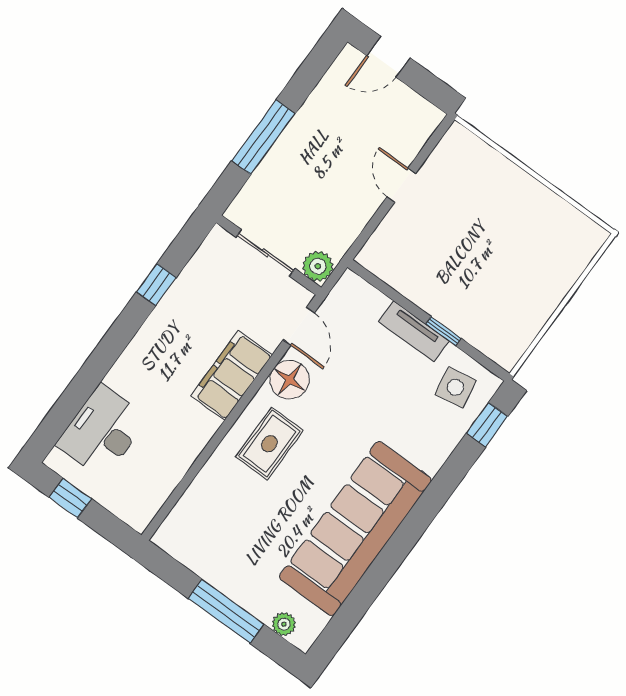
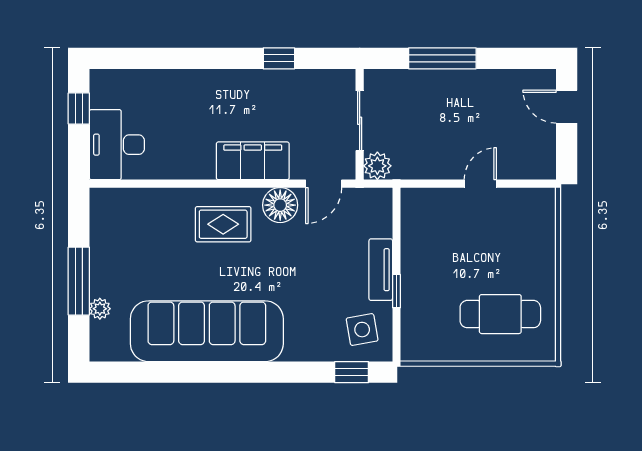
cafe table: (532, 252) -> (500, 314), added
desk: (102, 431) -> (117, 145), moved, turned -90
plant: (284, 624) -> (100, 309), moved

